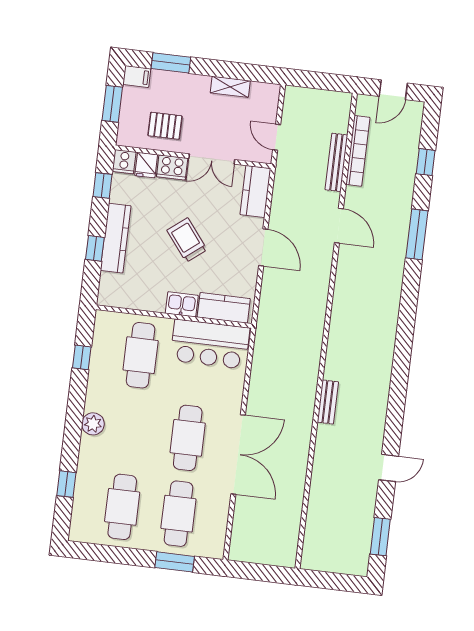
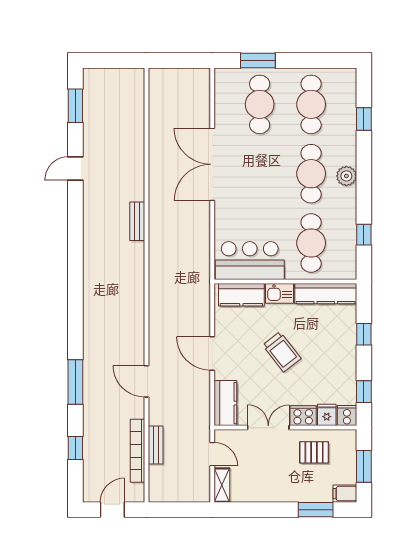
shelving: (230, 87) -> (222, 485), moved, turned 90
bench: (336, 162) -> (156, 445), width x0.73
kitchen counter: (116, 238) -> (326, 294), moved, turned -90
cafe table: (188, 438) -> (311, 174), moved

